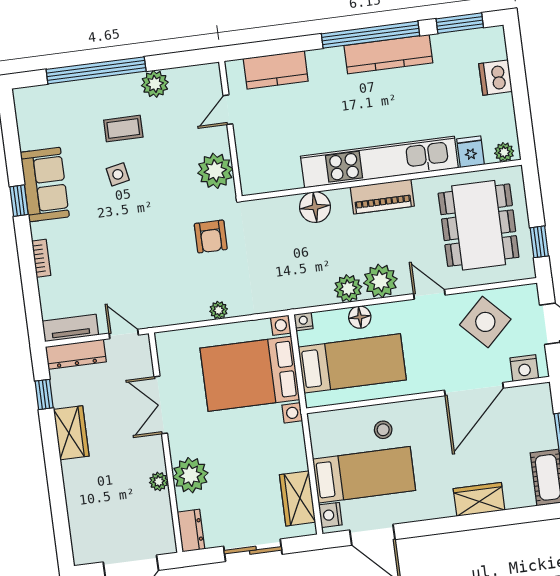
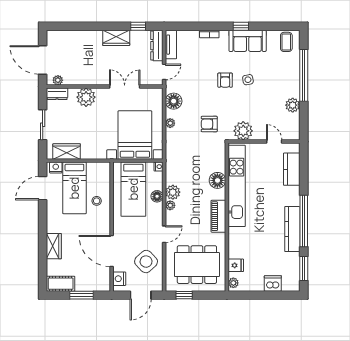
coffee table: (123, 129) -> (286, 42), moved
kitchen unit: (379, 162) -> (237, 186), moved
armchair: (124, 217) -> (225, 80), added
plant: (380, 281) -> (170, 205), width x0.53, depth x0.53
floor lamp: (176, 309) -> (174, 101), added
plant: (159, 481) -> (58, 80), moved

